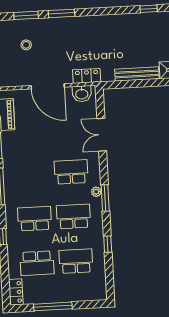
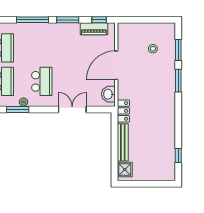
locker: (87, 76) -> (123, 111), moved

